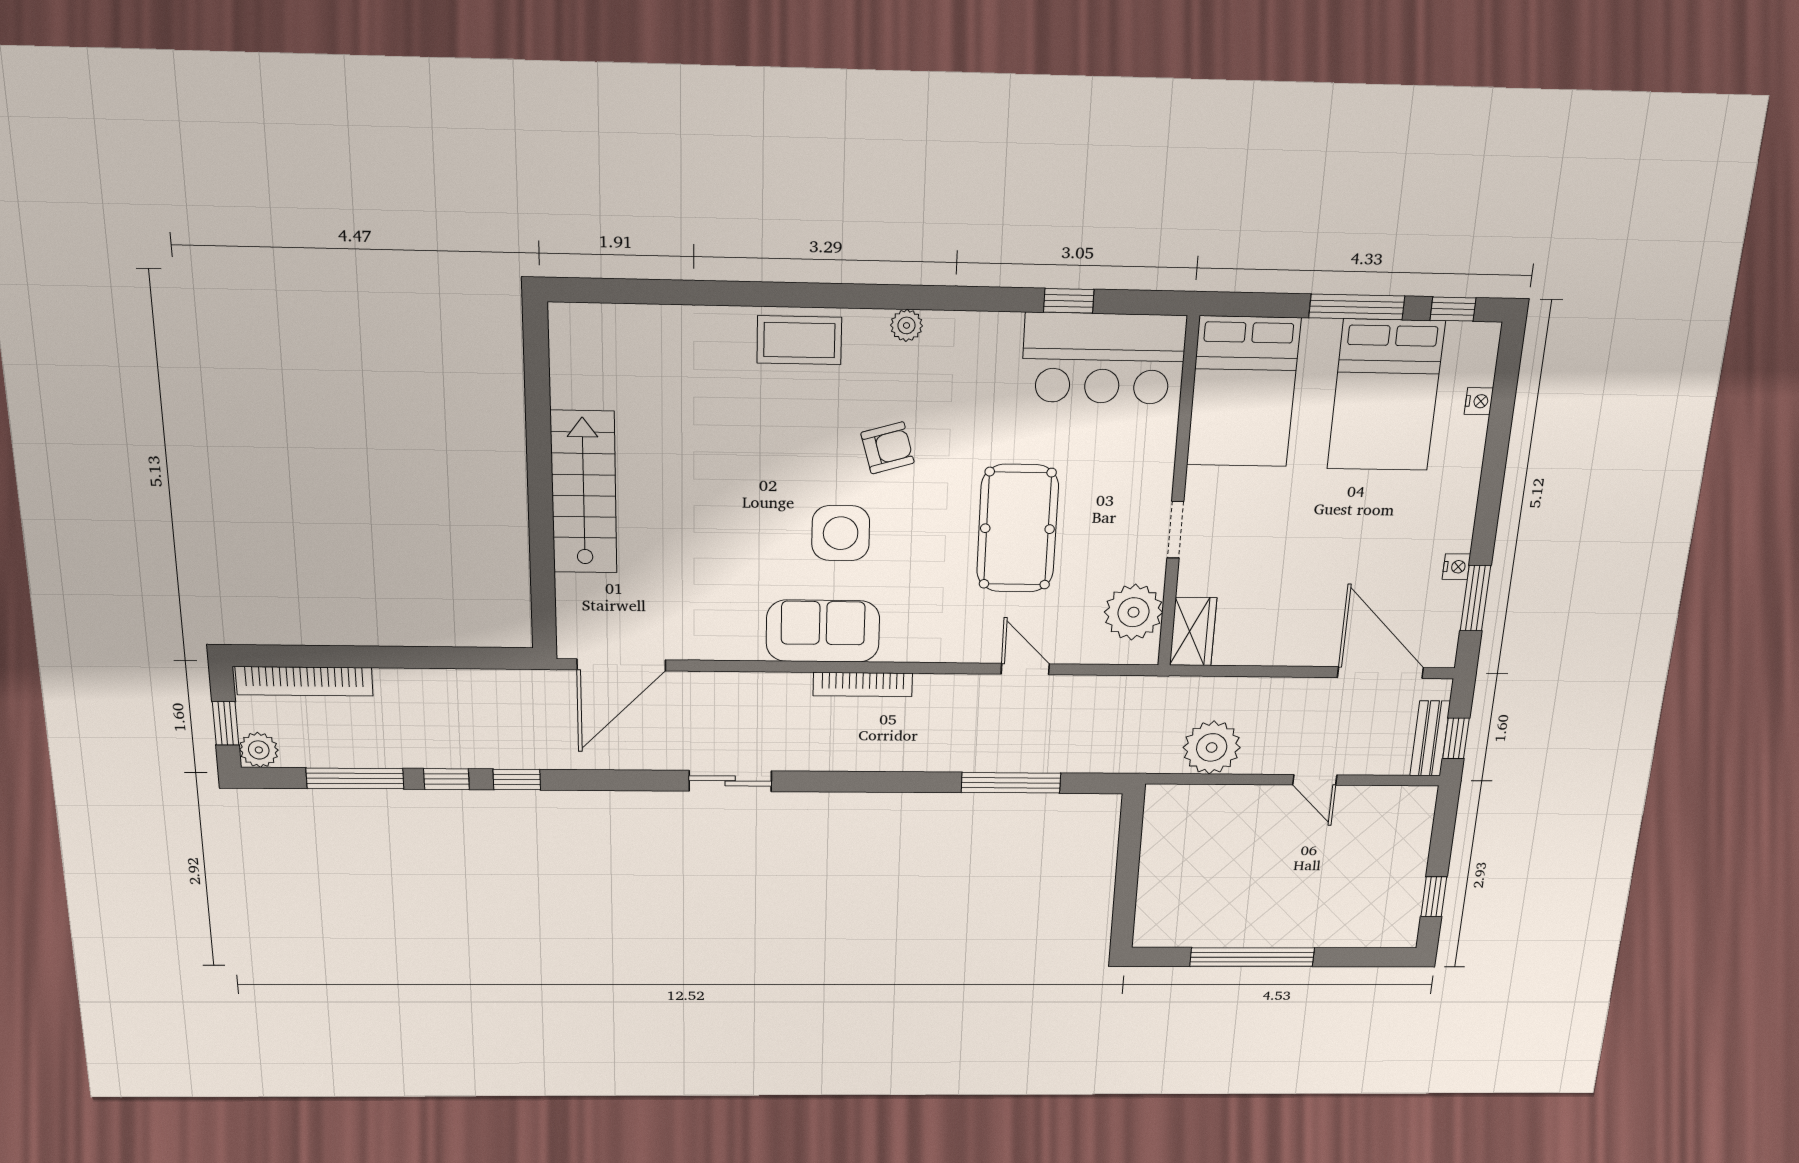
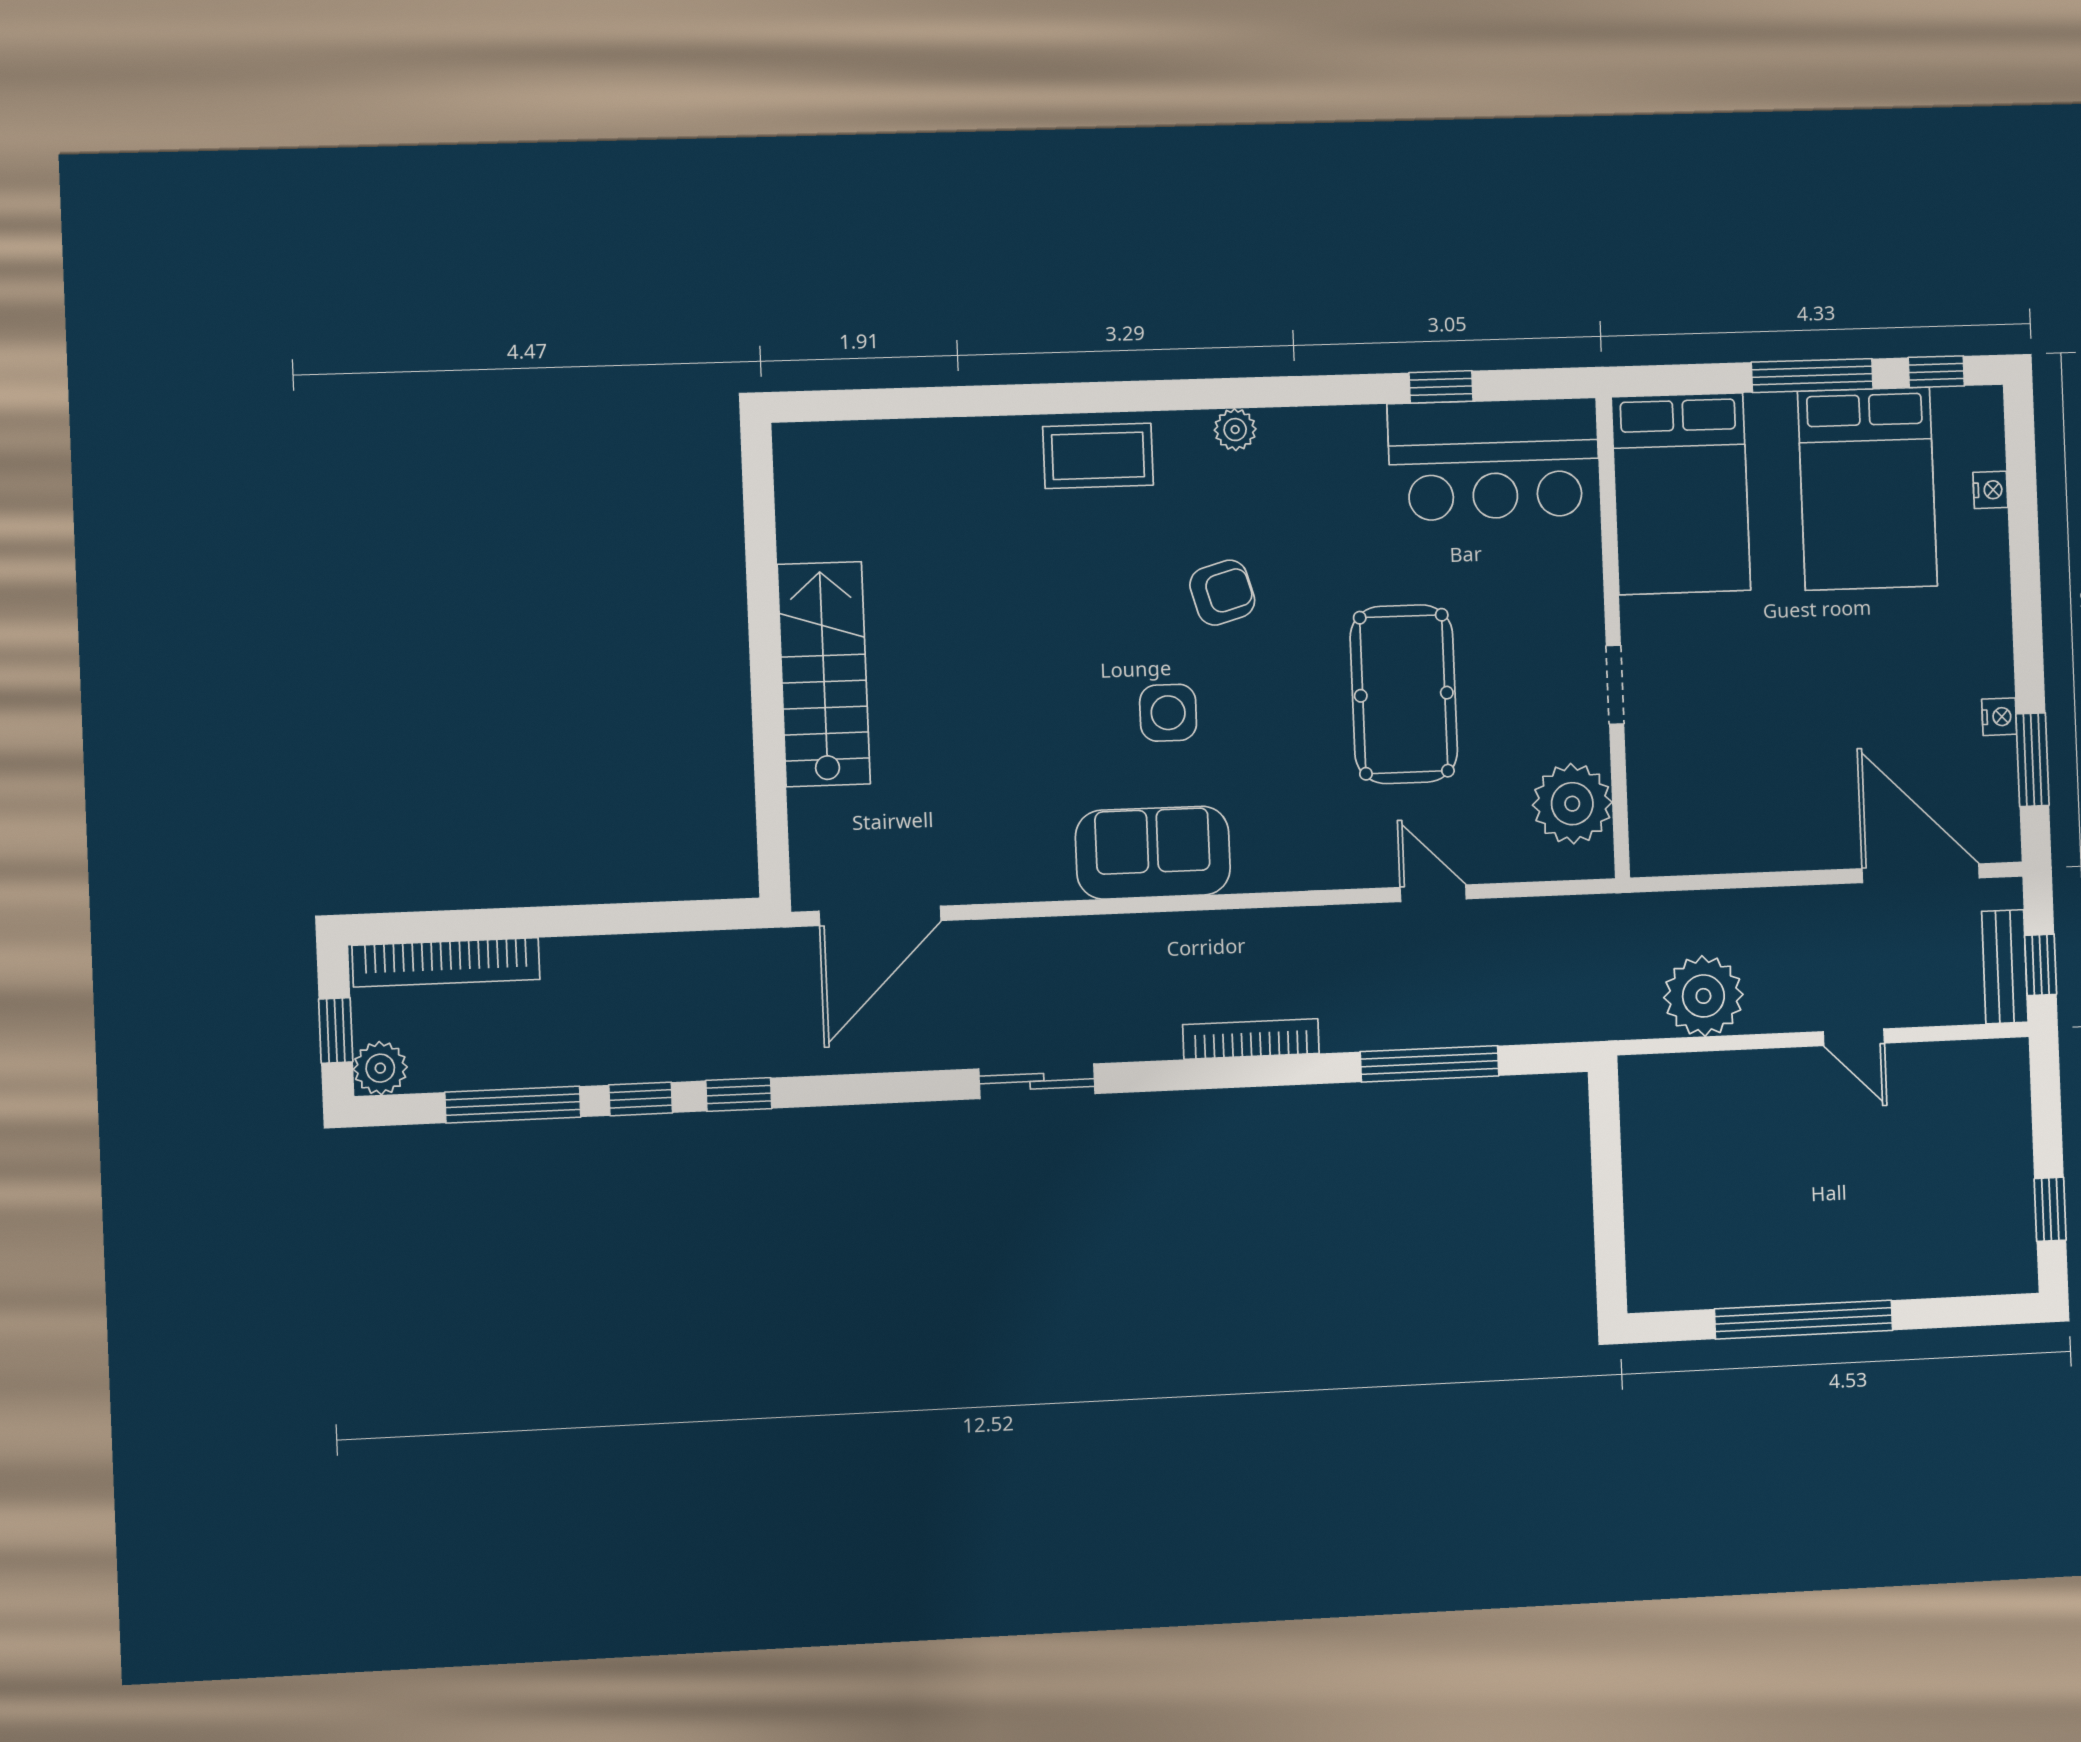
side table: (841, 533) -> (1168, 713), width x0.73, depth x0.73
wardrobe: (1193, 632) -> (1656, 827), removed
bookcase: (863, 684) -> (1251, 1039), moved, turned 180

